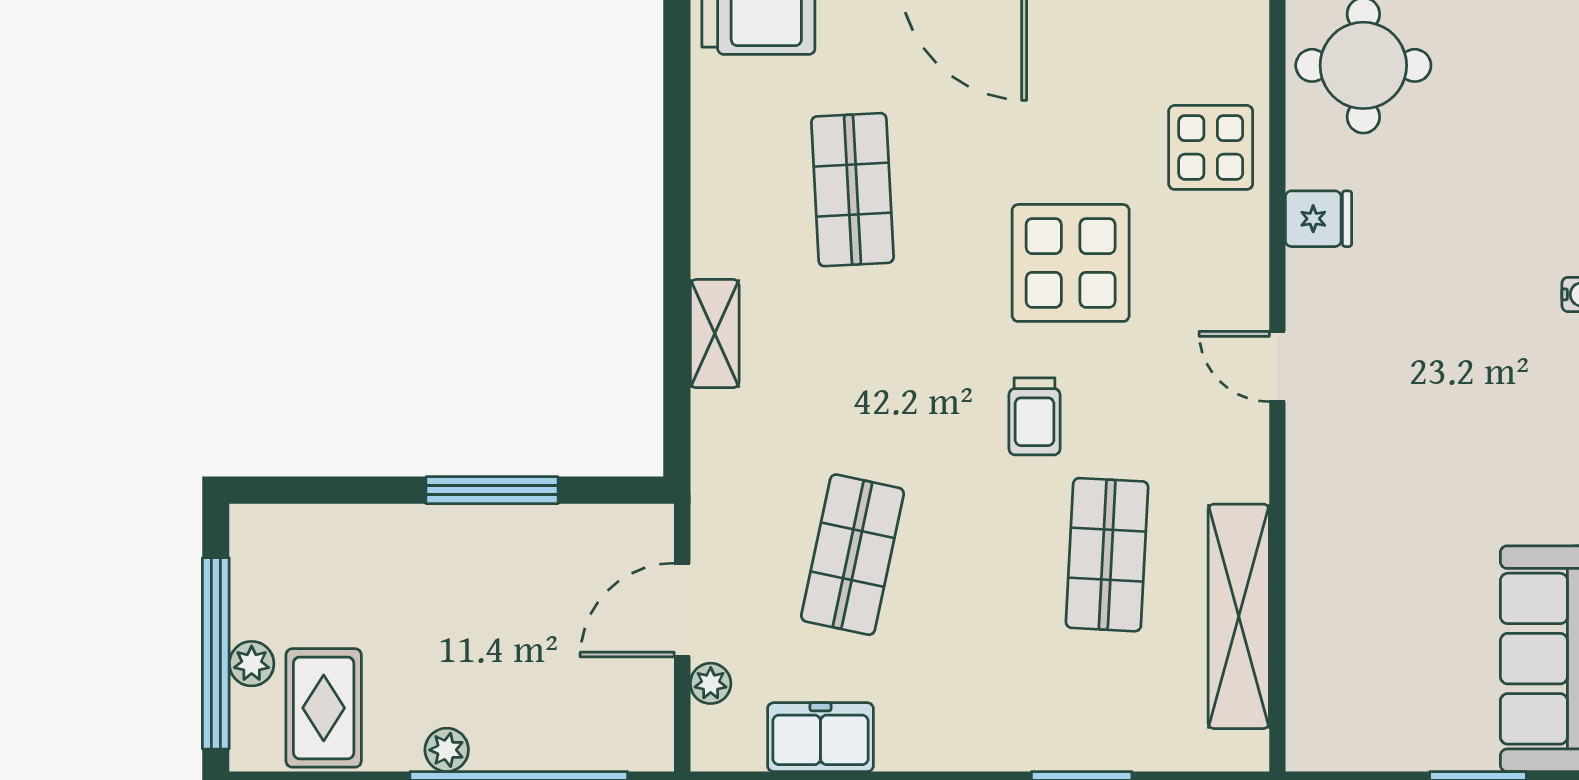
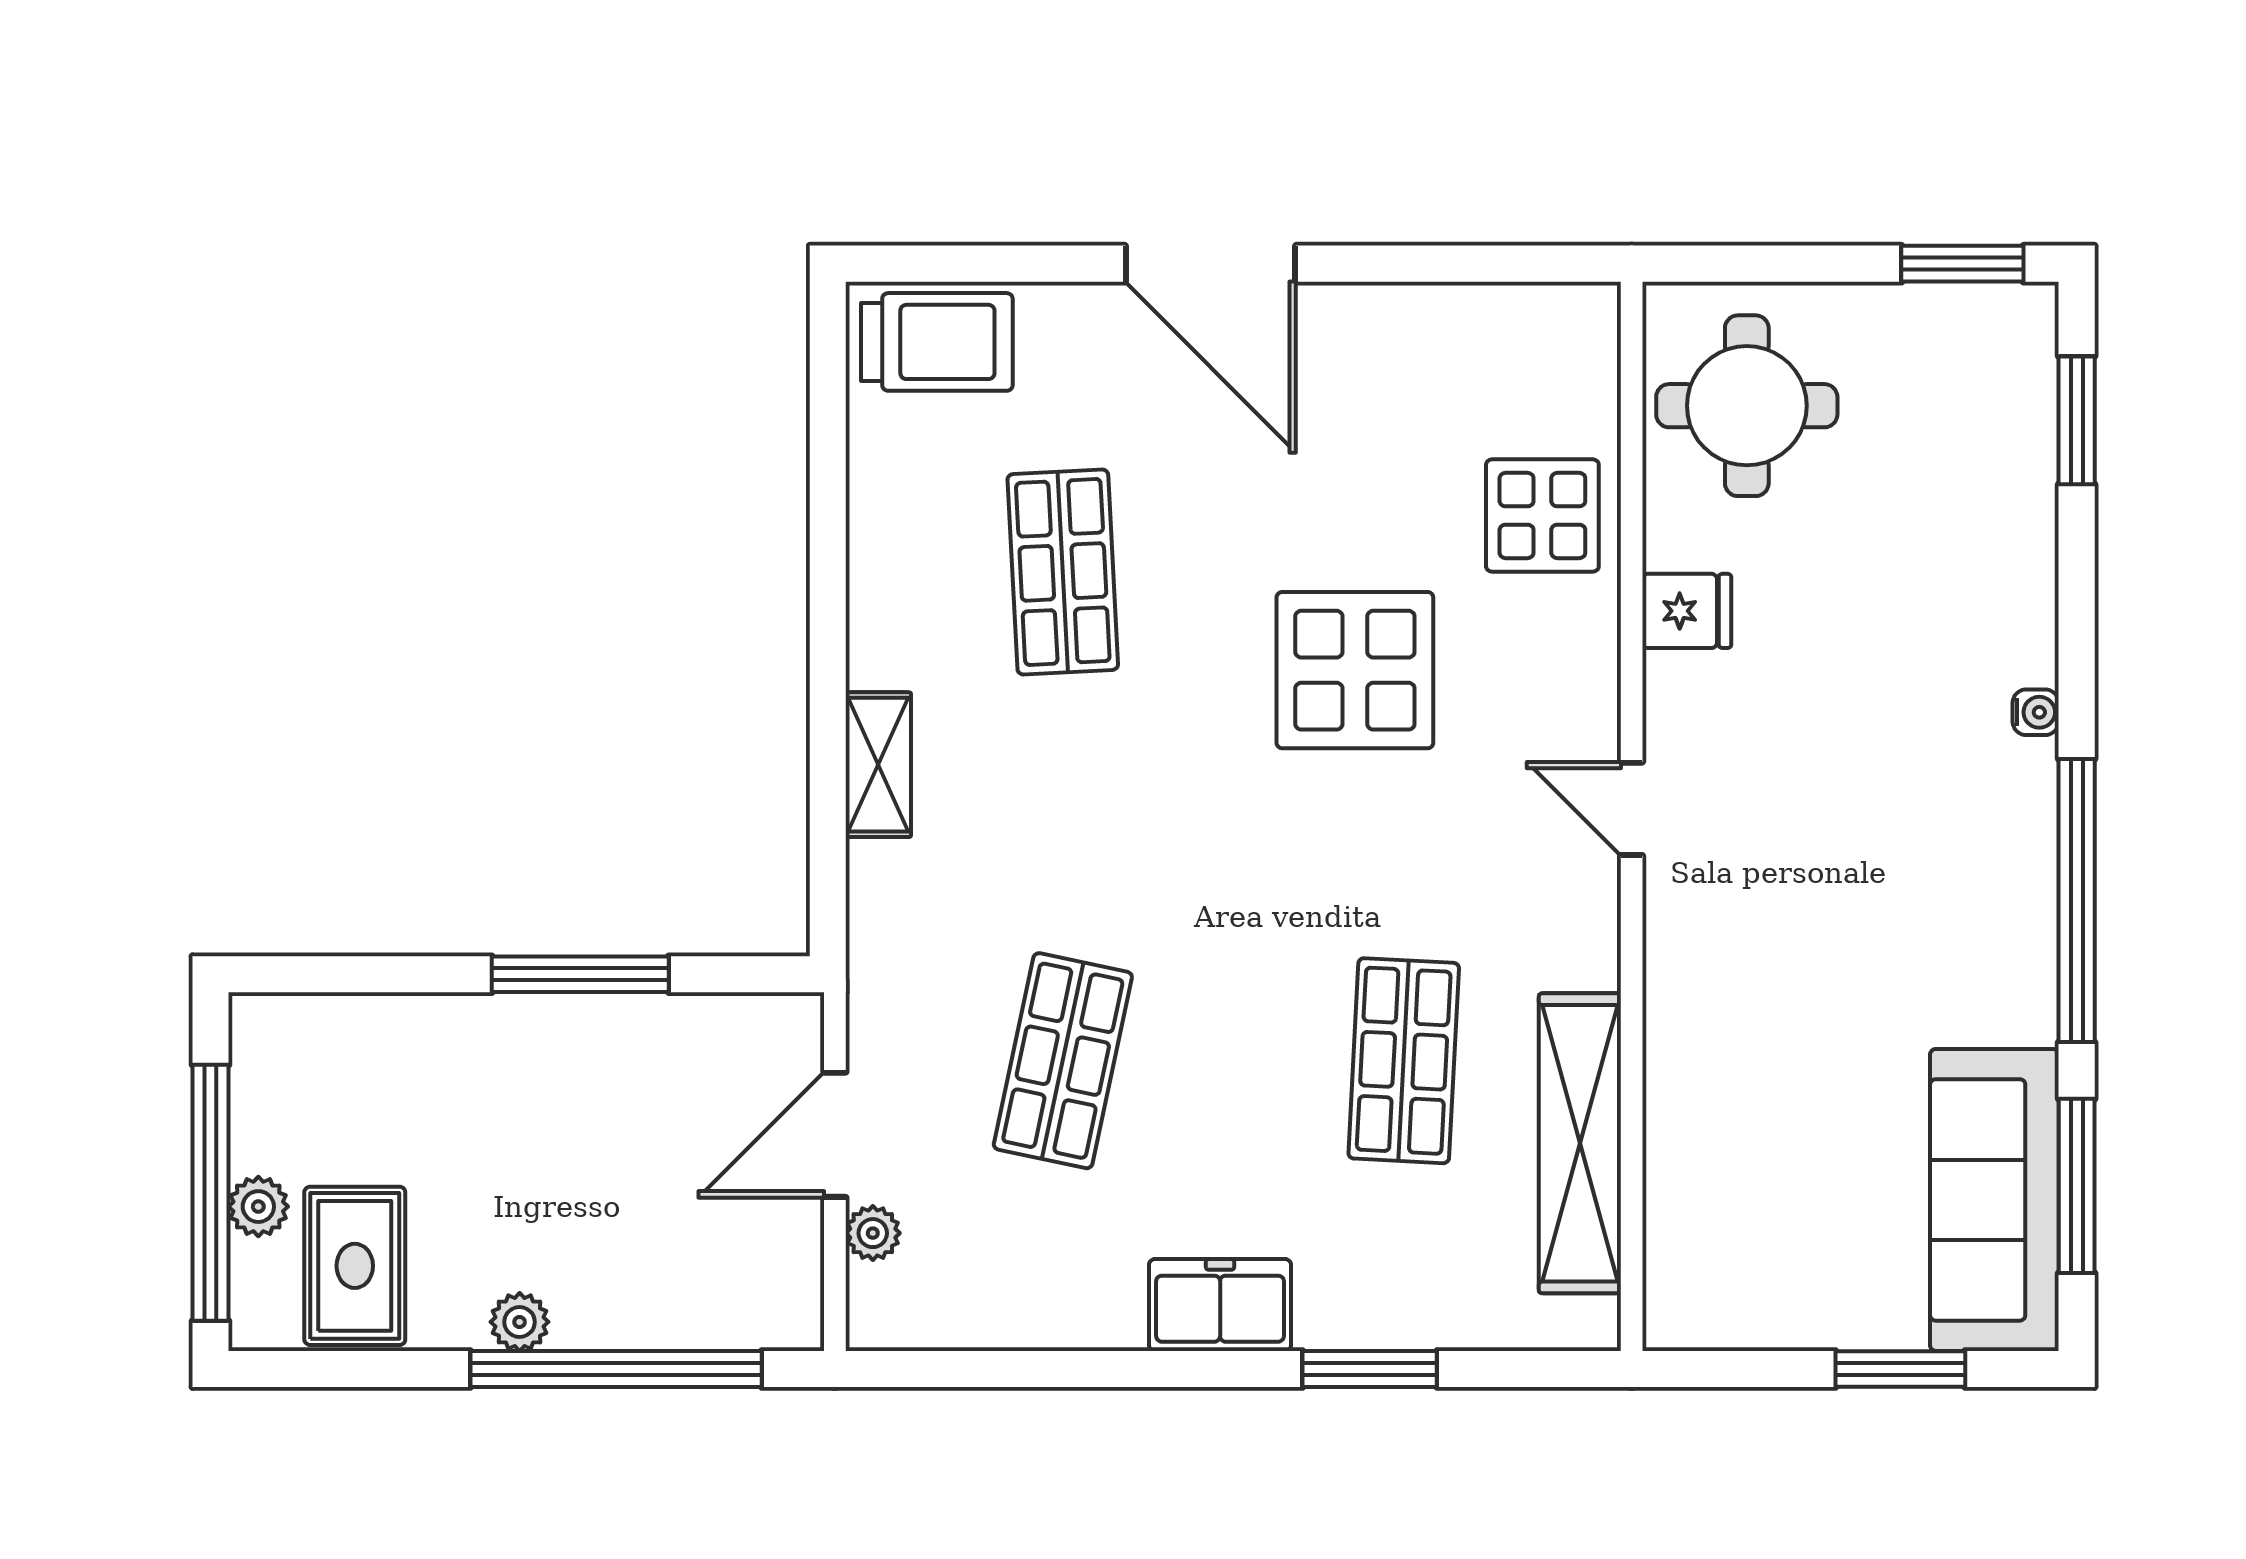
trolley: (1034, 416) -> (1307, 875), removed
freezer: (820, 737) -> (1220, 1305), moved

